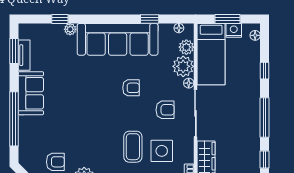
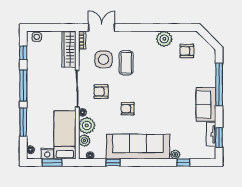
window: (264, 71) -> (23, 122), width x2.17

